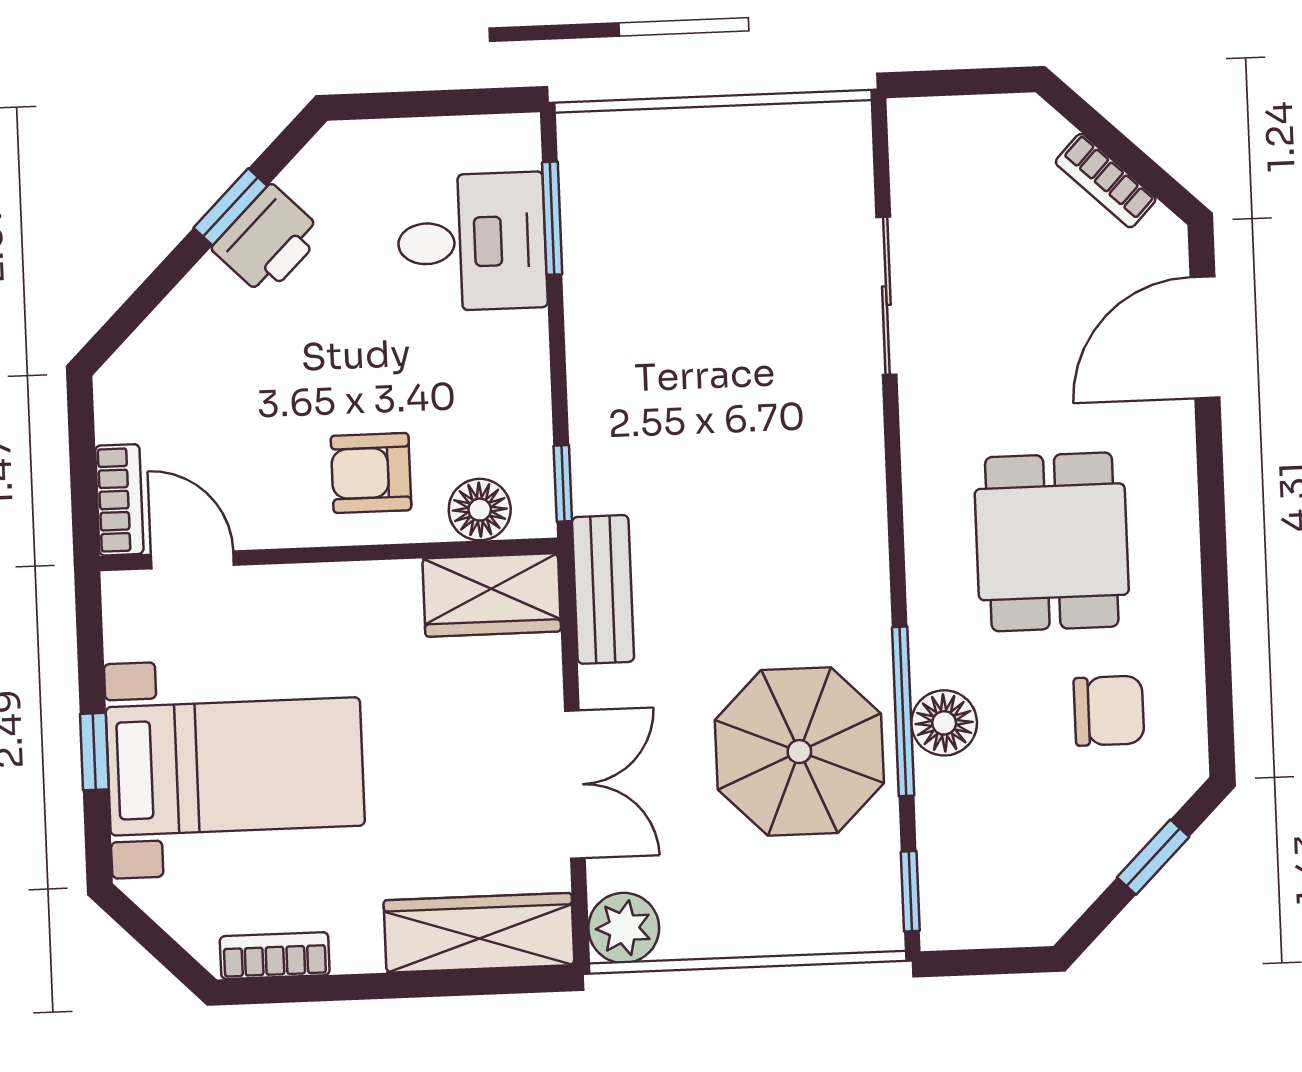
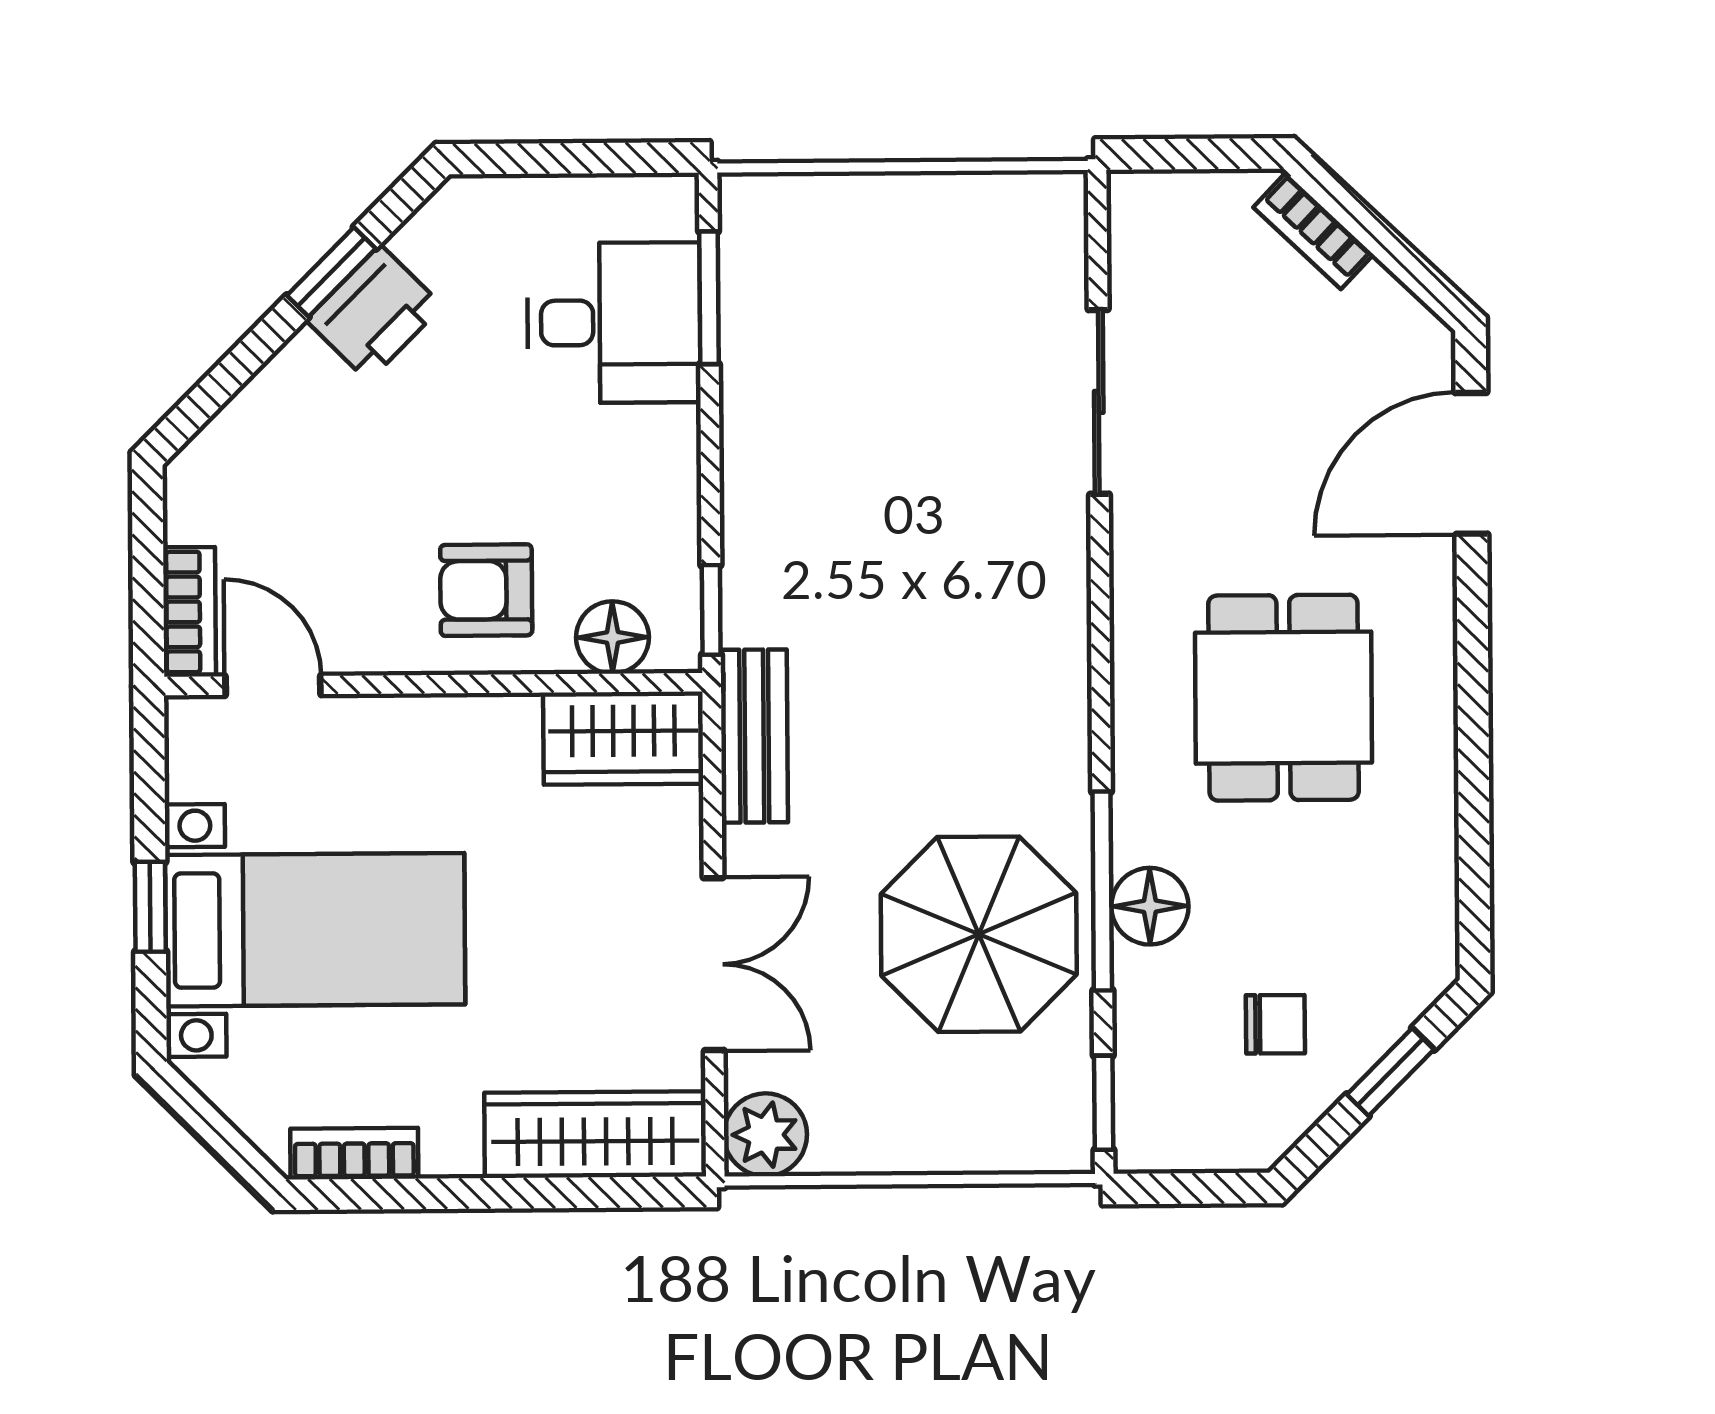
bookcase: (1106, 181) -> (1313, 231), moved
chair: (1109, 711) -> (1275, 1024), moved, width x0.73, depth x0.73

